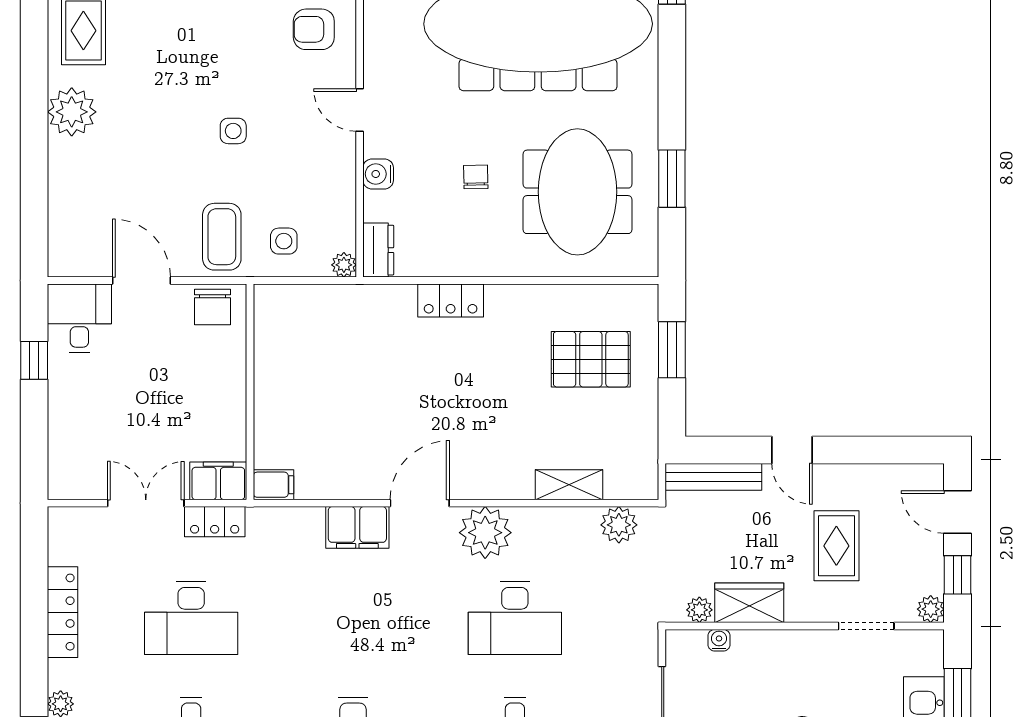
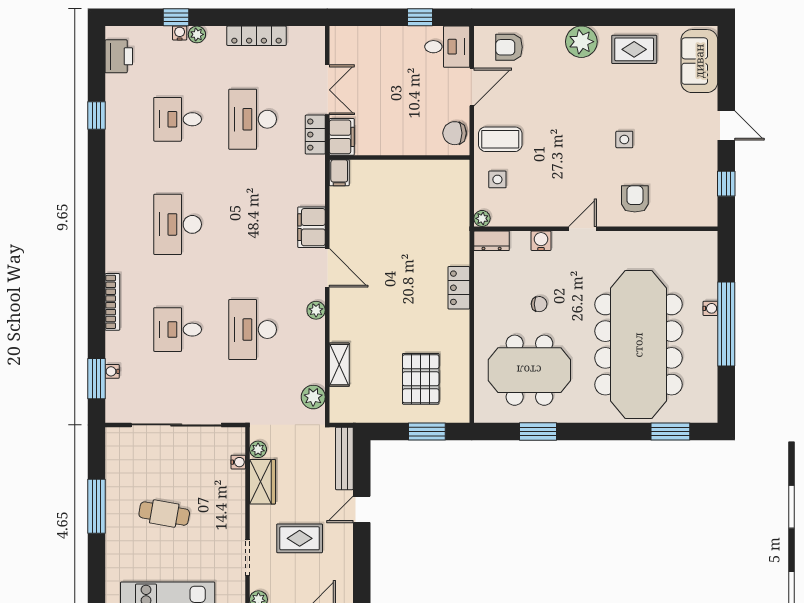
side table: (233, 131) -> (624, 139), moved
armchair: (80, 223) -> (509, 47), added
plant: (485, 533) -> (316, 310), width x0.53, depth x0.53

